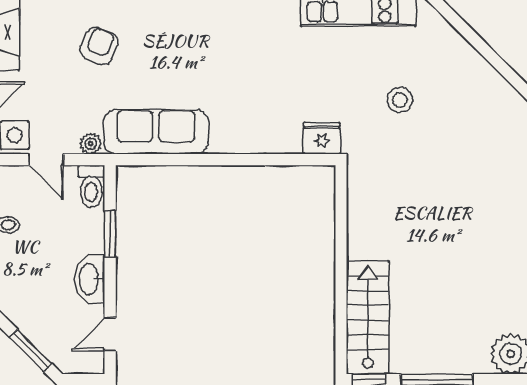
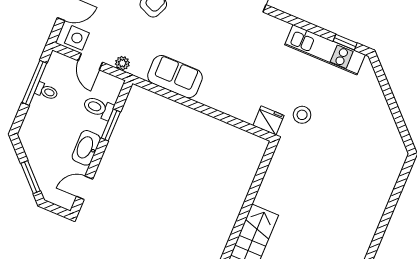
stool: (400, 100) -> (302, 115), moved
sofa: (156, 132) -> (175, 77), width x0.73
toilet: (91, 186) -> (98, 108), moved, turned 90

